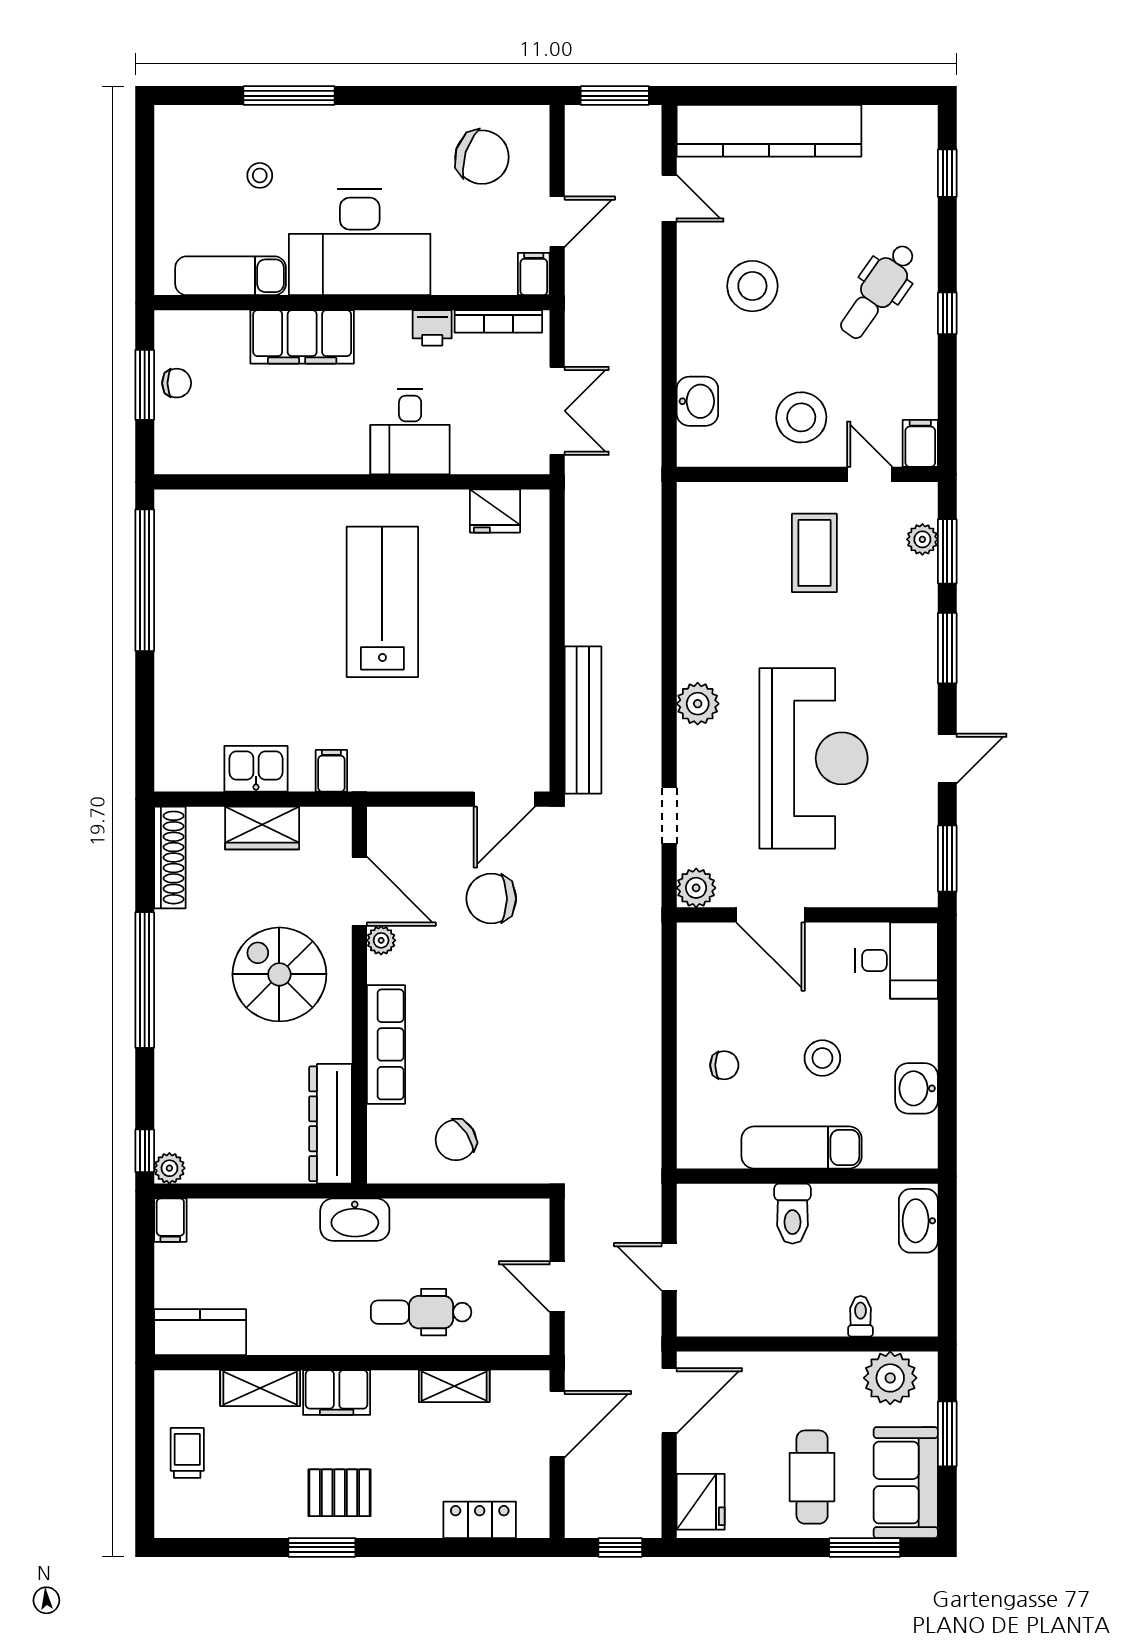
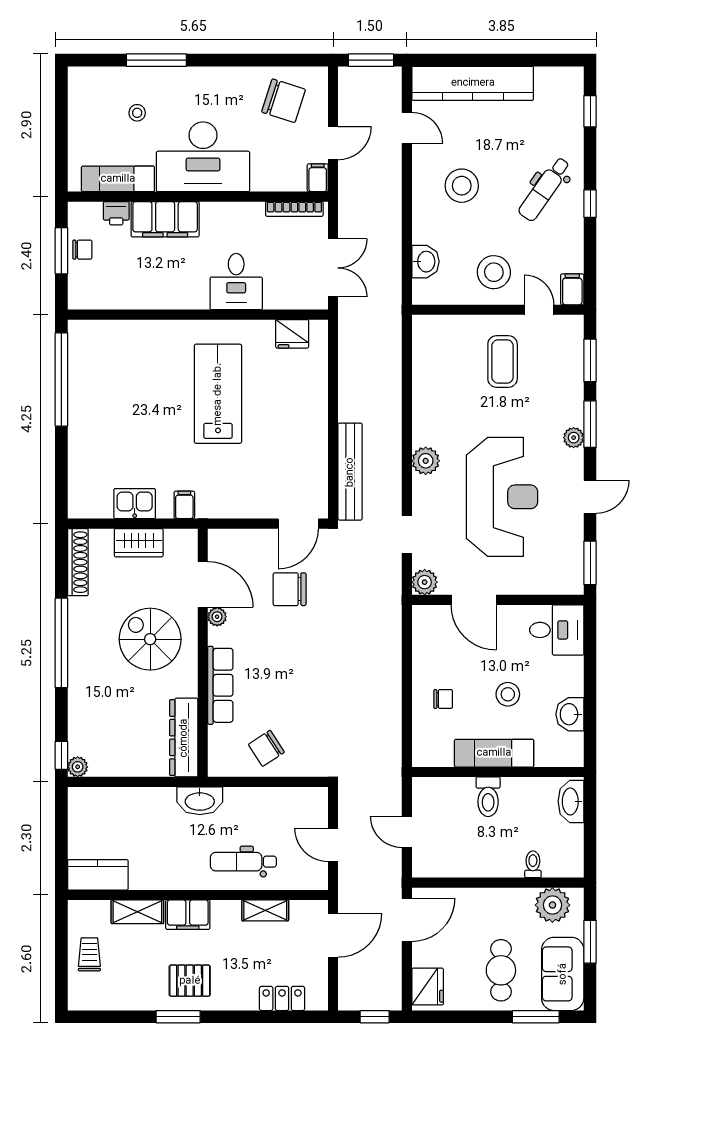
printer: (432, 328) -> (116, 213), moved
plant: (922, 539) -> (574, 438), moved
filing cabinet: (170, 1220) -> (78, 801), removed

